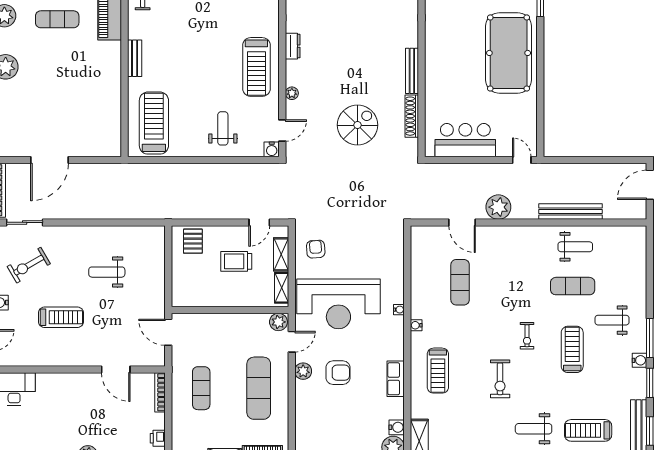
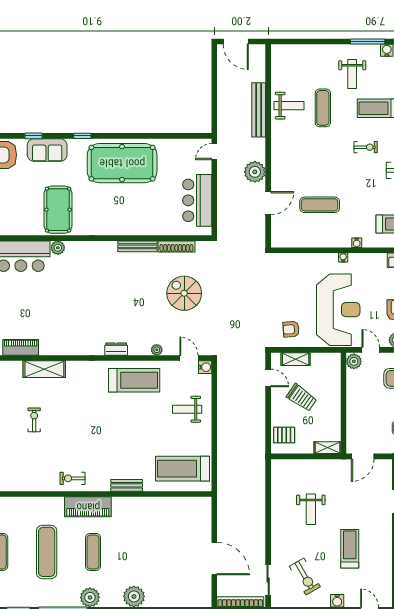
weight bench: (575, 247) -> (289, 106), turned 90
trolley: (236, 261) -> (302, 398), turned -55
shelving: (282, 288) -> (328, 448), moved

